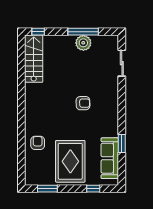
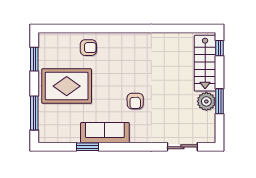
window: (83, 32) -> (219, 101), width x0.69
stairs: (34, 59) -> (205, 63), moved, turned 90
sofa: (110, 158) -> (105, 133), moved
window: (93, 189) -> (34, 113), width x2.17

